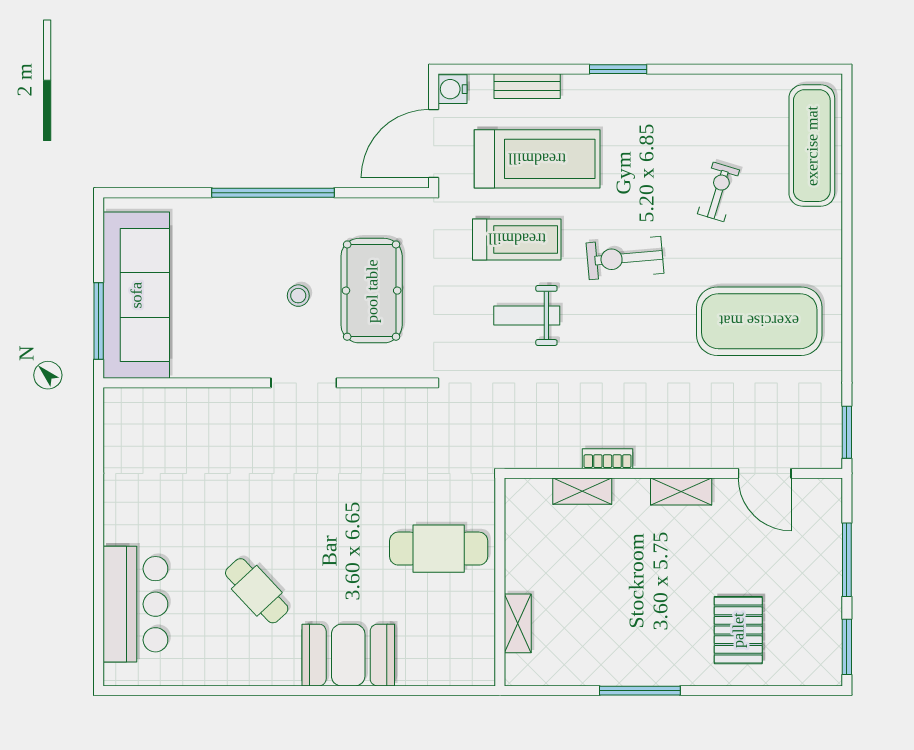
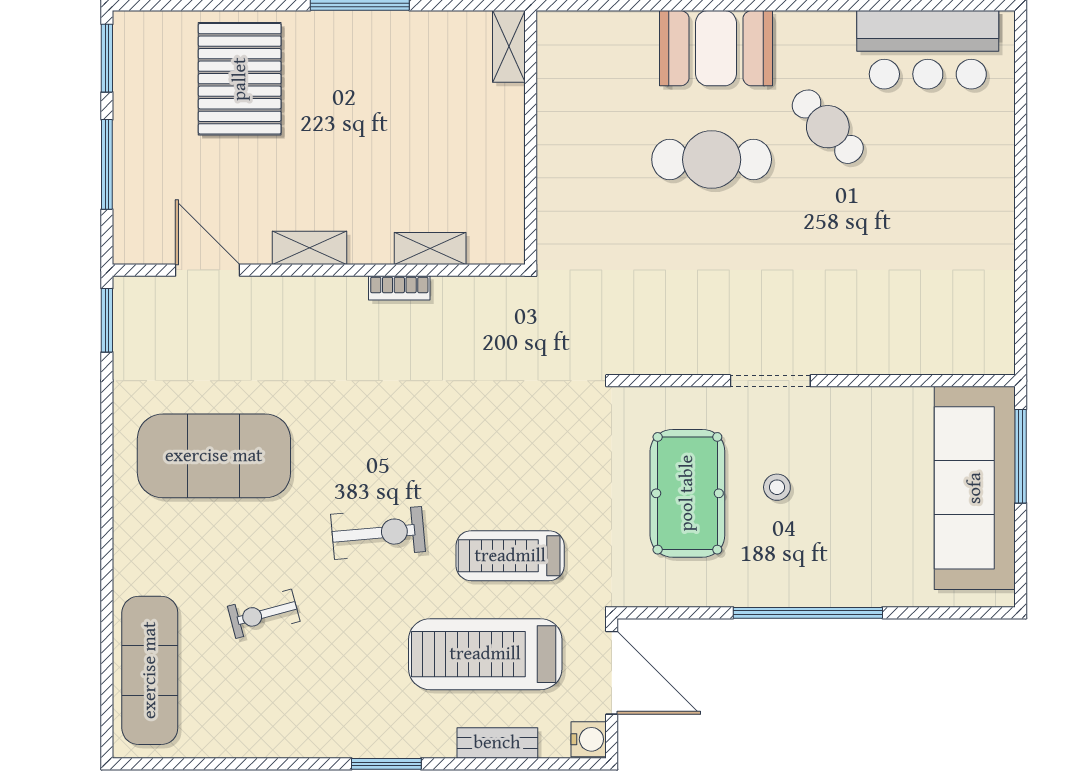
door: (434, 144) -> (612, 673), hinge flipped
exercise bike: (719, 192) -> (264, 614), turned 58
weight bench: (527, 315) -> (498, 463), removed
cafe table: (439, 549) -> (712, 160), moved
bar counter: (135, 604) -> (928, 50), moved, turned -90
shelving: (518, 623) -> (509, 46), moved
pallet: (738, 630) -> (240, 79), width x1.37, depth x1.41

